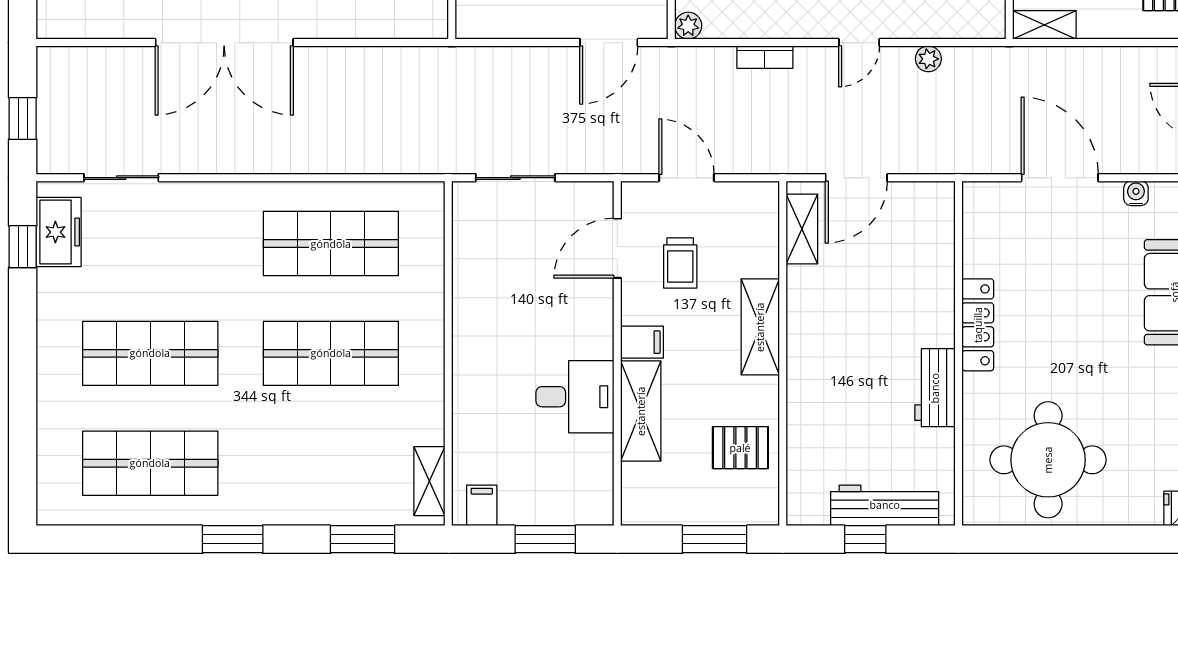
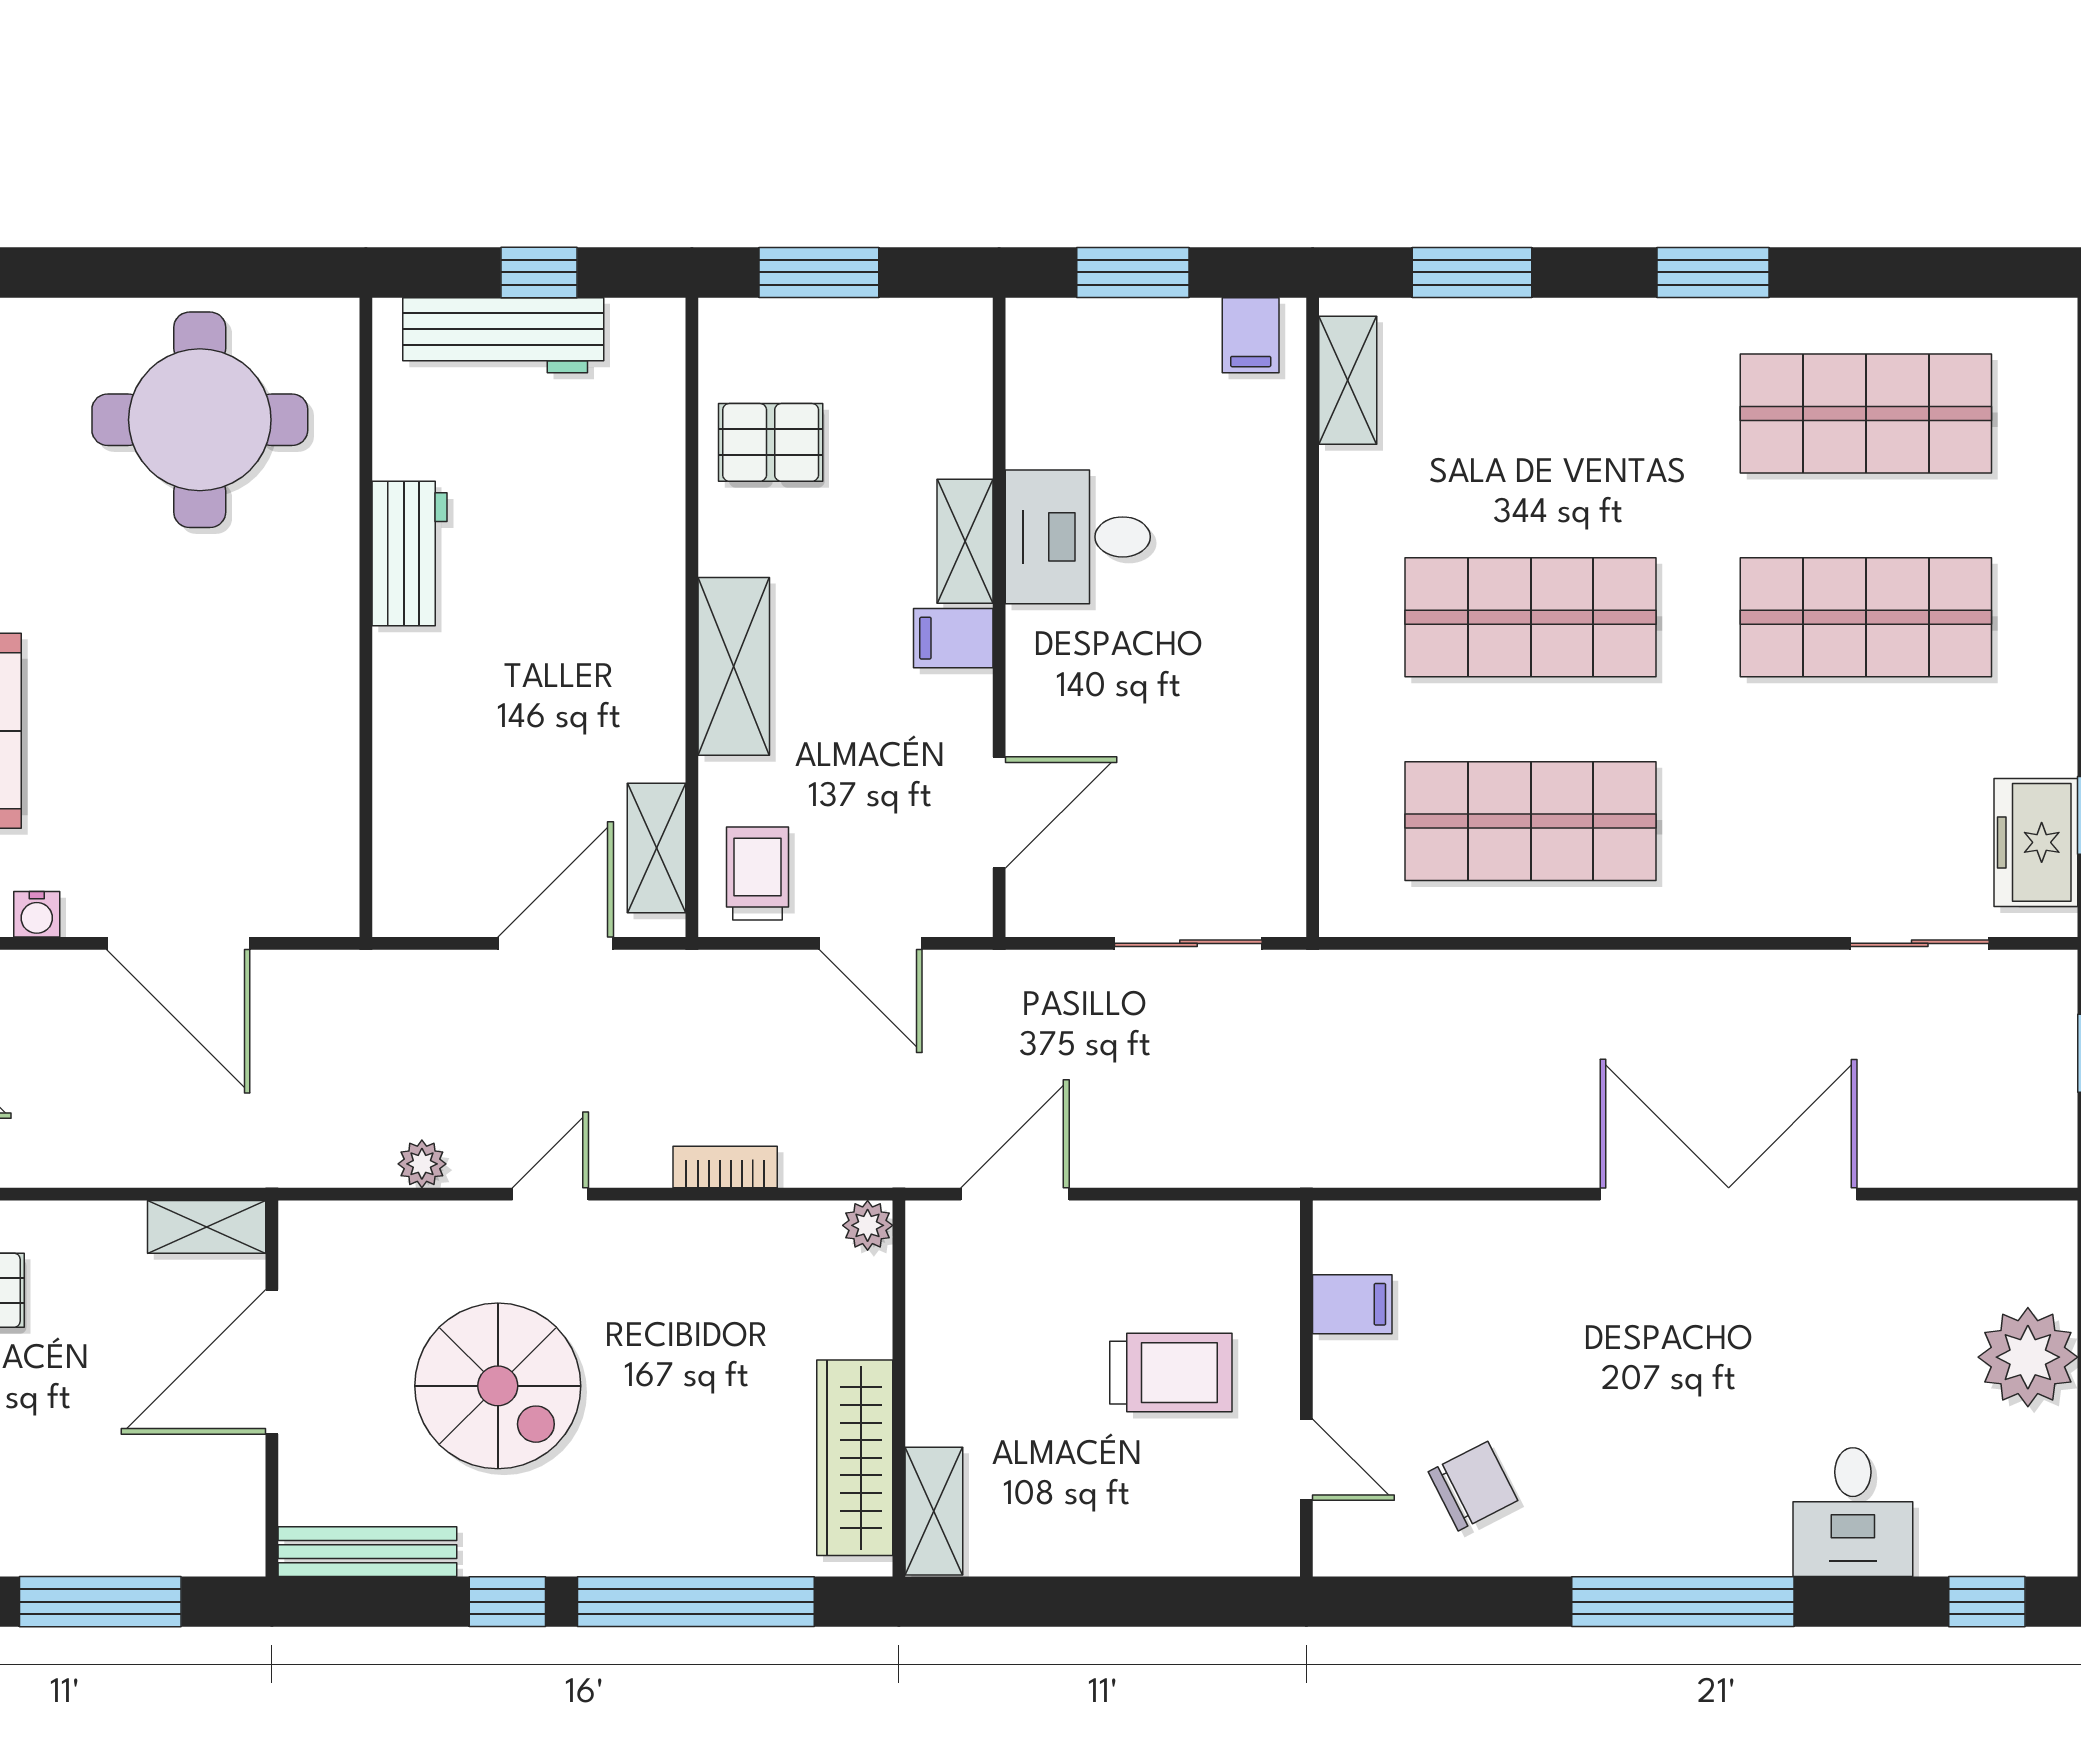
trolley: (680, 263) -> (757, 874), moved
locker: (978, 325) -> (330, 670), removed
shelving: (641, 411) -> (965, 541), width x0.67, depth x0.75

